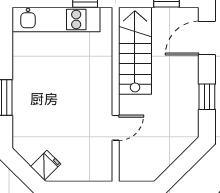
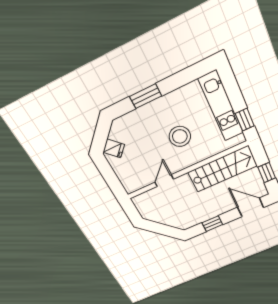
stool: (69, 82) -> (180, 136), added
door: (116, 128) -> (164, 181), swing flipped

